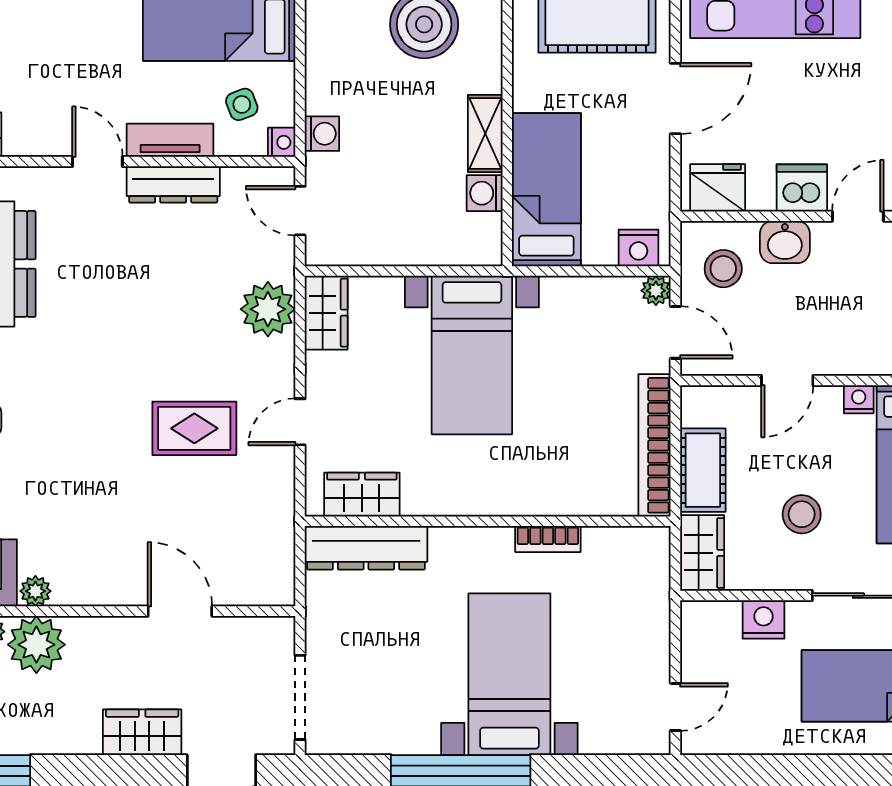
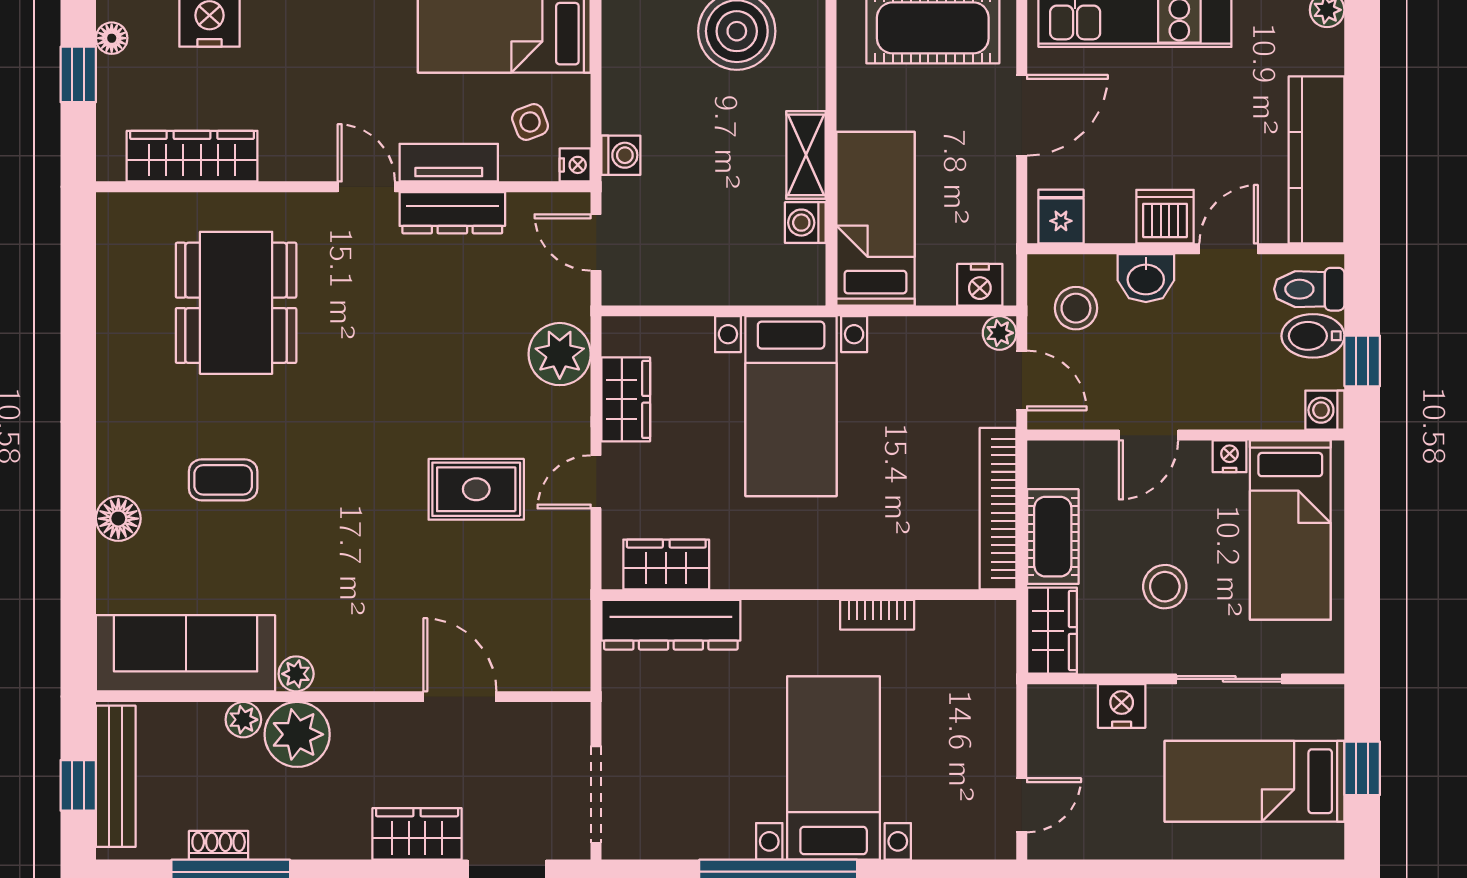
fridge: (718, 188) -> (1061, 217), width x0.72
wardrobe: (326, 313) -> (626, 399), moved

